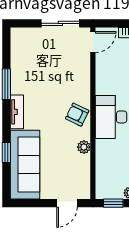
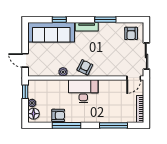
door: (93, 42) -> (134, 78), hinge flipped
armchair: (27, 46) -> (131, 33), added

